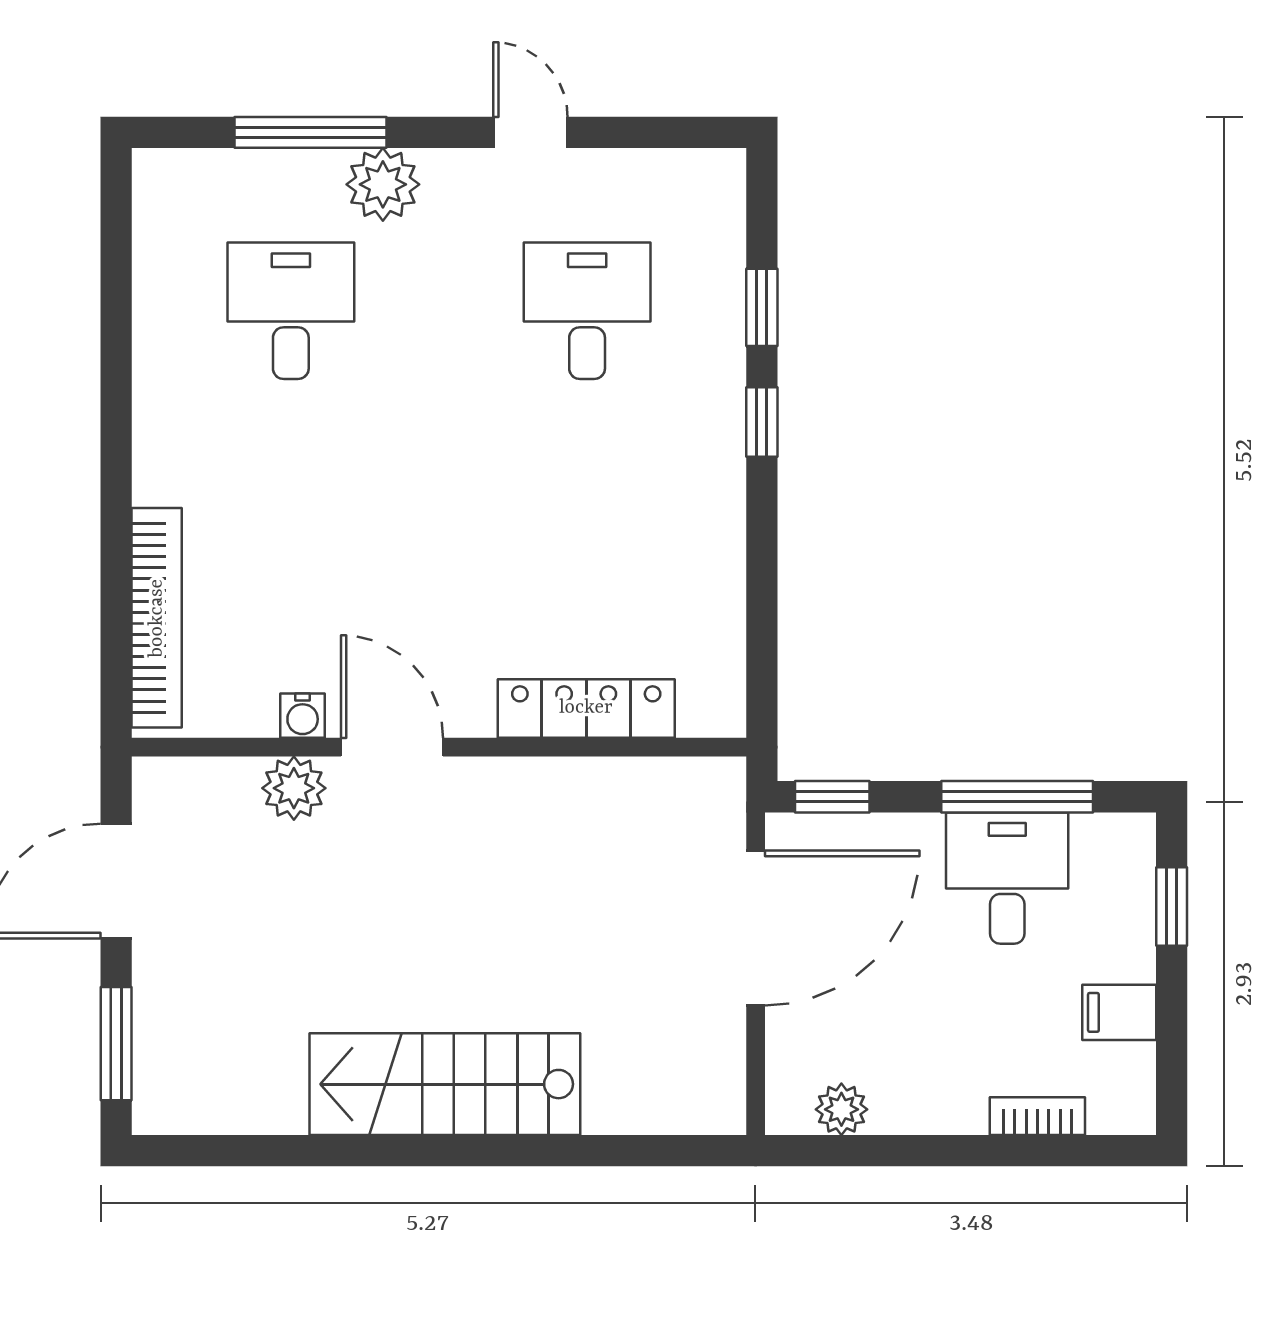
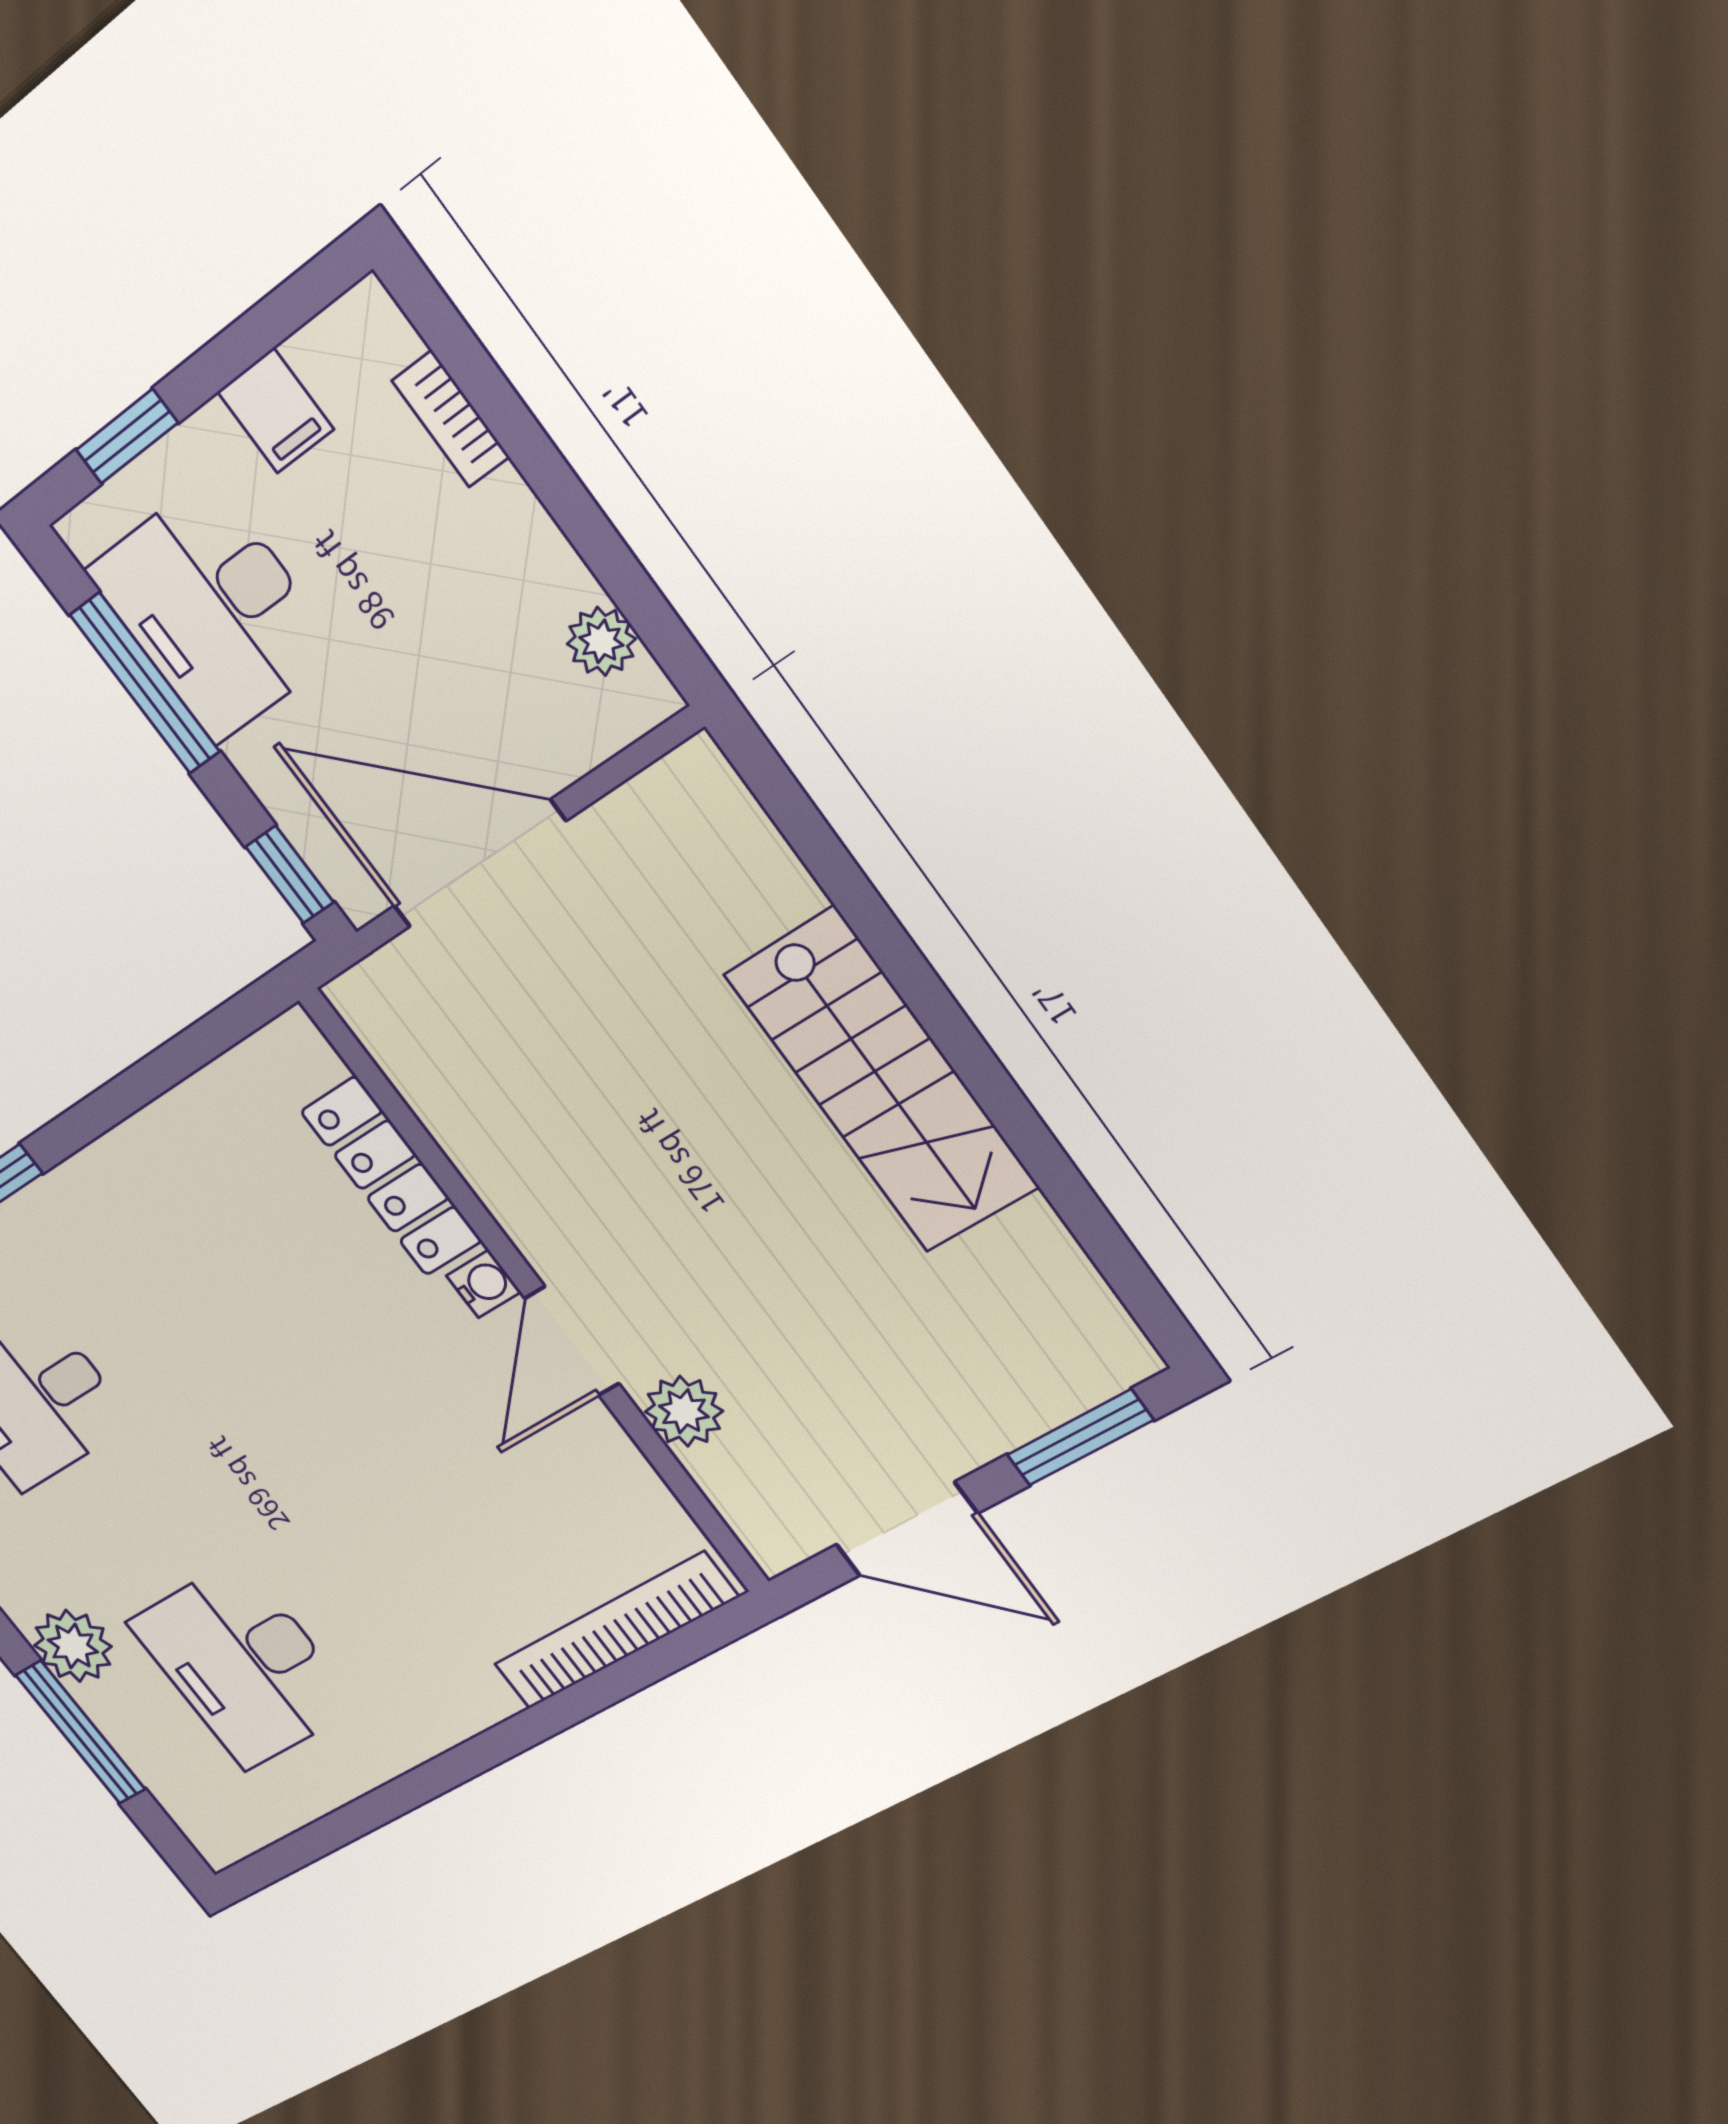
desk: (291, 311) -> (243, 1664), width x1.37
water cooler: (303, 716) -> (484, 1284), moved
desk: (1007, 878) -> (213, 611), width x1.37

